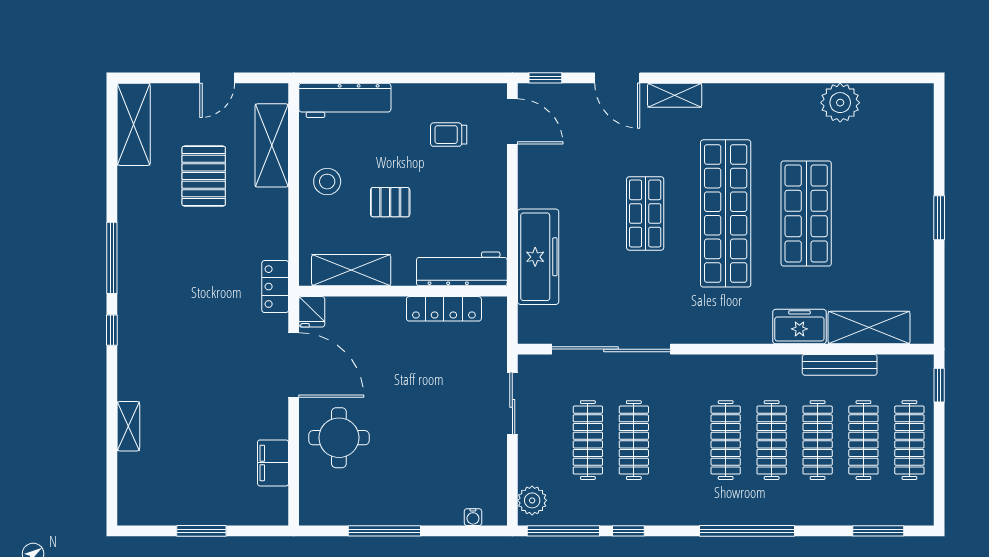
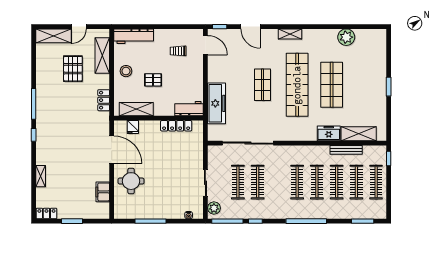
shelving: (675, 95) -> (290, 34), moved
shelving: (134, 124) -> (54, 36), moved, turned 90
workbench: (462, 269) -> (189, 109), width x0.73
locker: (275, 287) -> (104, 100), moved
fridge: (312, 312) -> (133, 127), moved
sliding door: (512, 403) -> (205, 183), moved
locker: (142, 513) -> (46, 213), added

